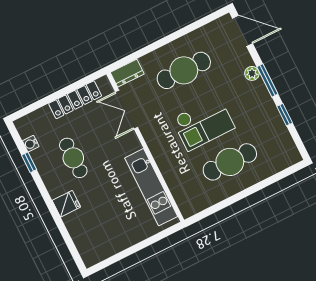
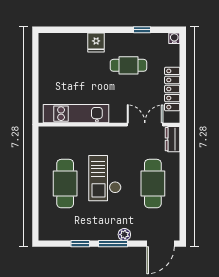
water cooler: (31, 144) -> (174, 38), moved

